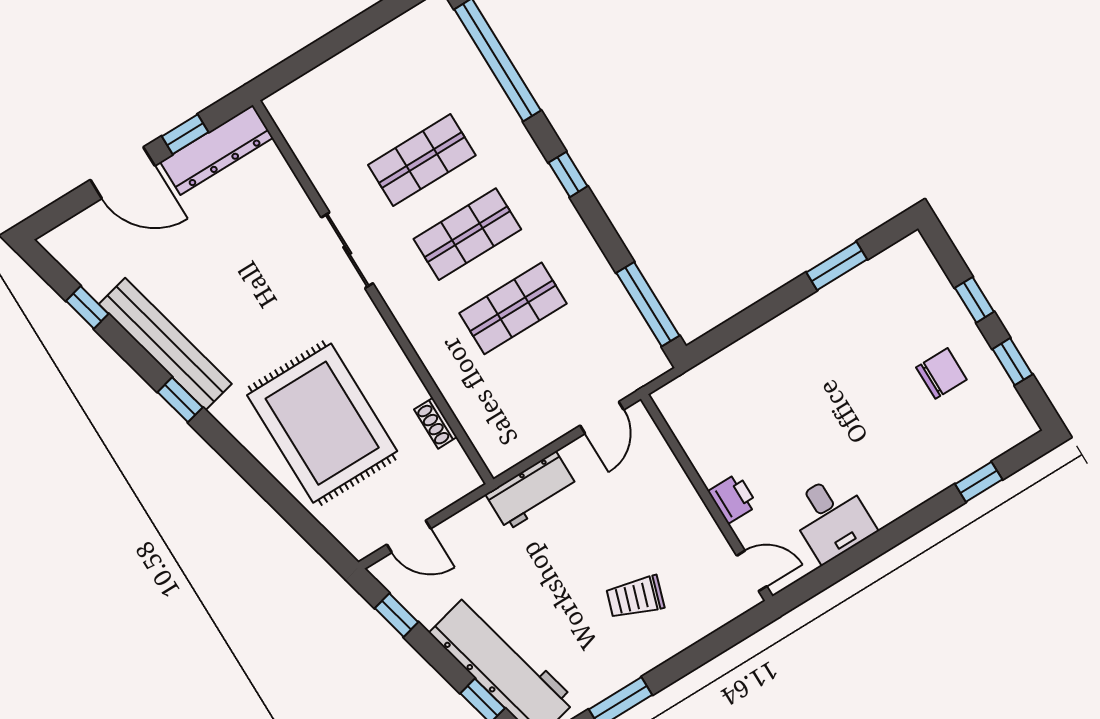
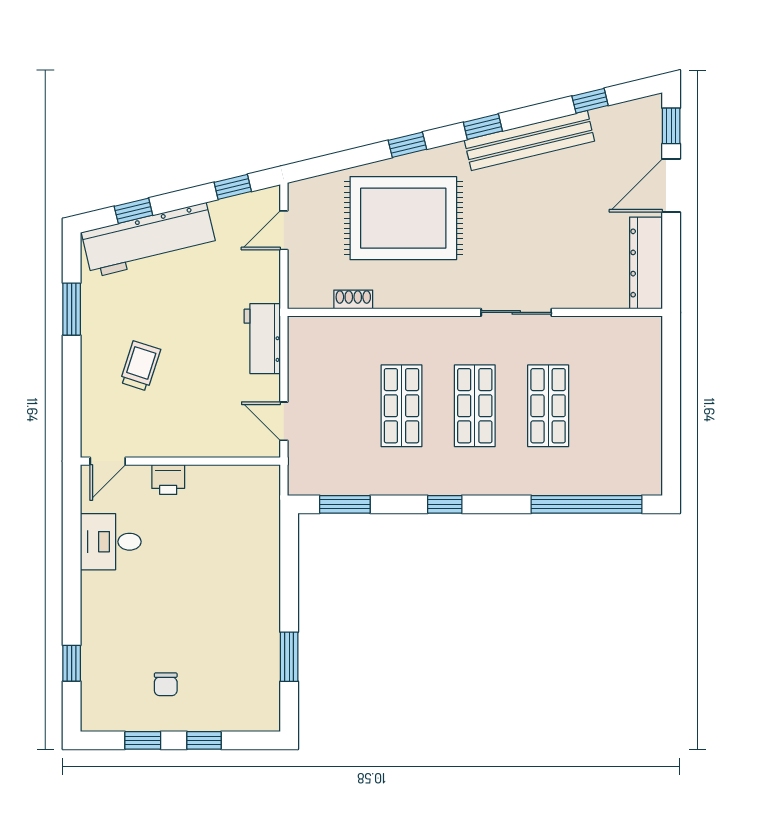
window: (185, 134) -> (671, 126), moved
window: (568, 174) -> (445, 504), moved
window: (648, 304) -> (345, 504), width x0.69
chair: (941, 373) -> (166, 684), width x0.73, depth x0.73
window: (245, 465) -> (407, 145), added

